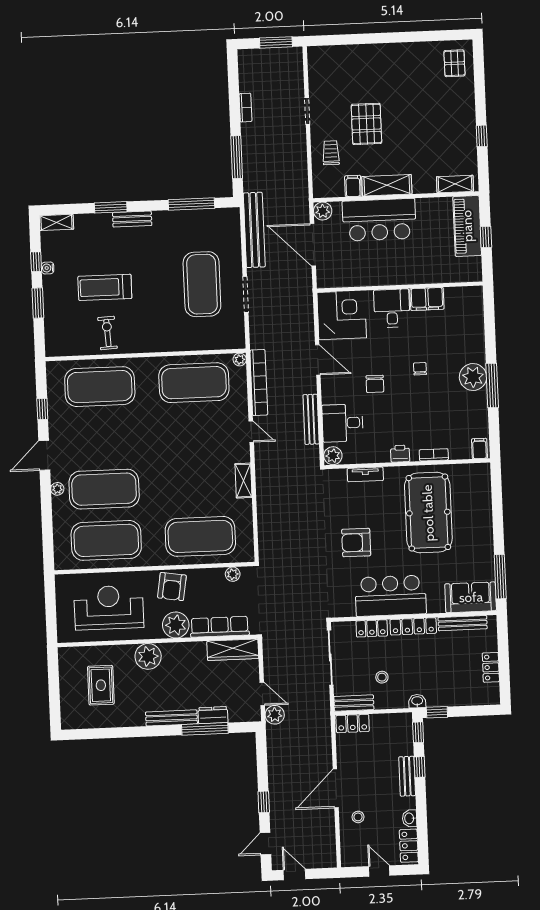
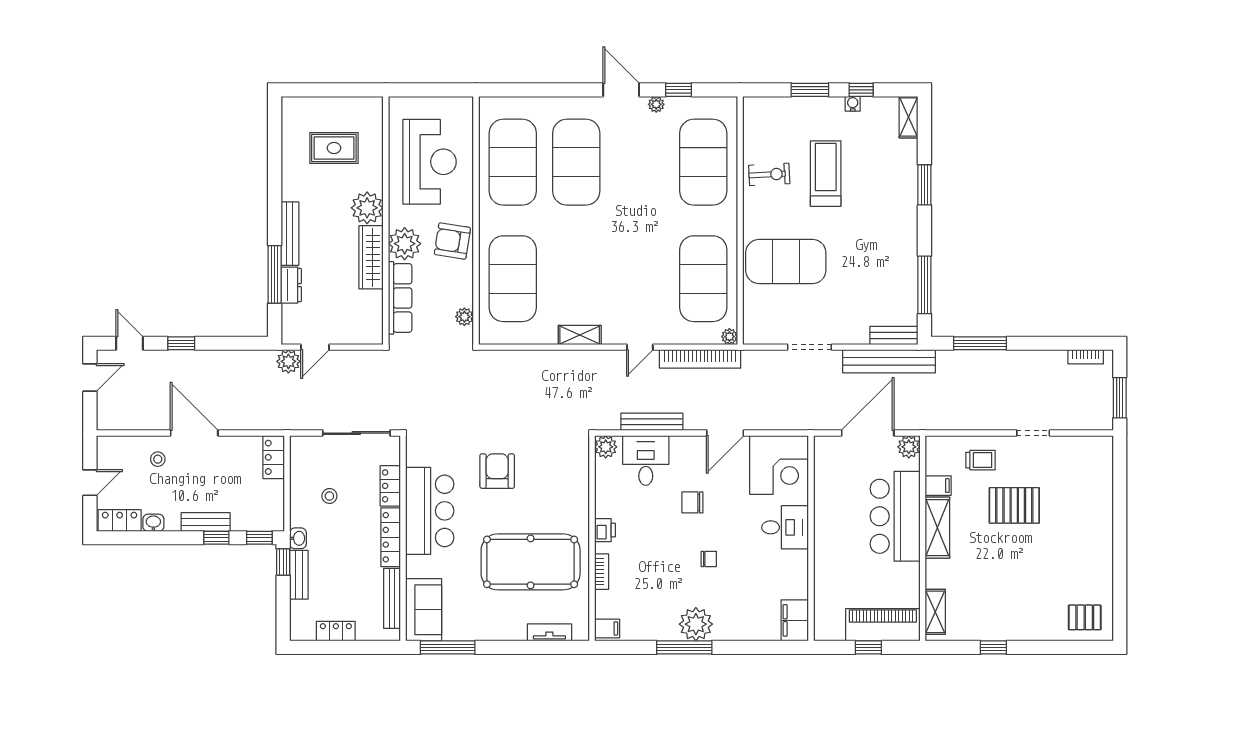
bookcase: (246, 108) -> (1086, 357), moved
bench: (132, 219) -> (894, 335), moved, turned 90
exercise mat: (202, 284) -> (786, 262), moved
filing cabinet: (427, 299) -> (795, 620), moved
tv unit: (365, 474) -> (549, 632), moved, turned 90
plant: (57, 489) -> (656, 104), moved
wardrobe: (233, 650) -> (371, 257), moved
bench: (354, 703) -> (299, 575), moved

